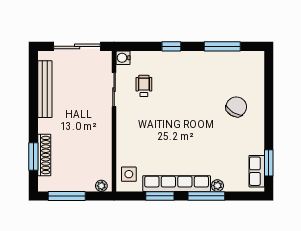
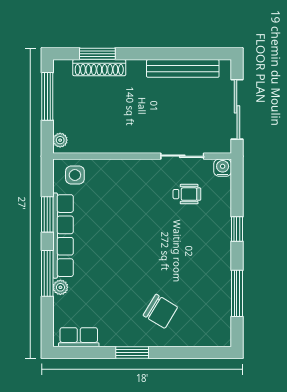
window: (269, 163) -> (132, 352), moved

